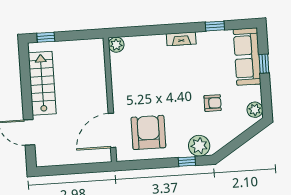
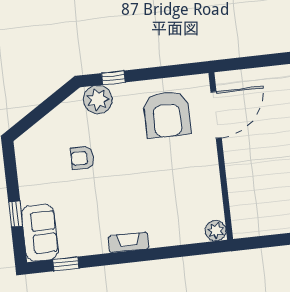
window: (215, 26) -> (66, 264), moved
sofa: (247, 57) -> (40, 233), width x0.73
plant: (255, 110) -> (25, 152), removed

